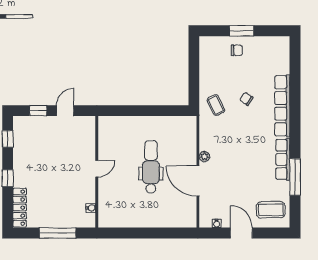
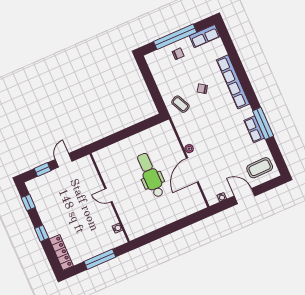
window: (242, 31) -> (175, 37), width x2.11
row of seats: (273, 44) -> (205, 36), added
row of seats: (283, 159) -> (254, 129), width x0.68
door: (97, 169) -> (109, 195), swing flipped
window: (295, 177) -> (263, 123), moved
door: (198, 181) -> (192, 170), hinge flipped

